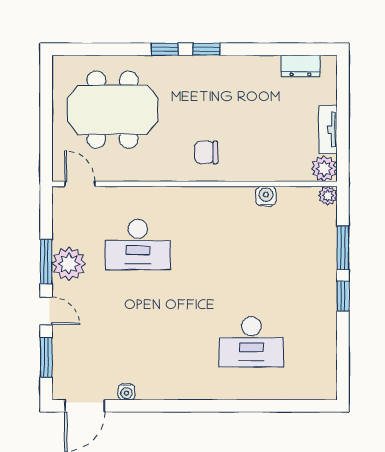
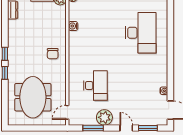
window: (46, 262) -> (93, 128), moved
door: (46, 311) -> (126, 128), hinge flipped
desk: (251, 342) -> (141, 33), width x1.36, depth x1.30

